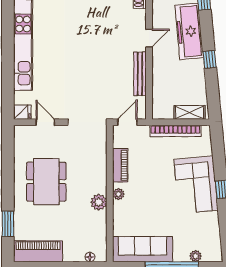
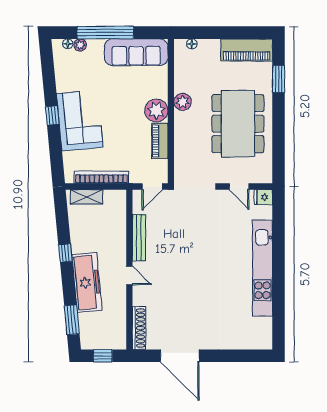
door: (149, 38) -> (129, 275), swing flipped
dining table: (46, 182) -> (238, 124), width x1.36, depth x1.24
plant: (118, 194) -> (156, 110), width x1.88, depth x1.88
floor lamp: (207, 257) -> (68, 44), added

